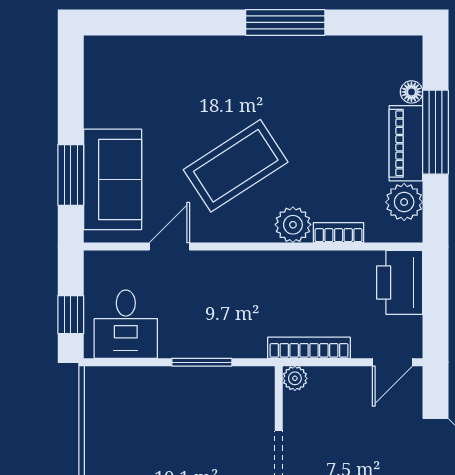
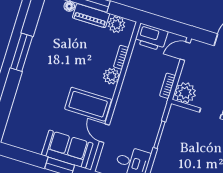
coffee table: (236, 166) -> (88, 104), moved, turned -57
bookcase: (309, 348) -> (168, 86), width x0.64
door: (392, 362) -> (185, 51), swing flipped
plant: (295, 378) -> (185, 93), width x1.87, depth x1.87

